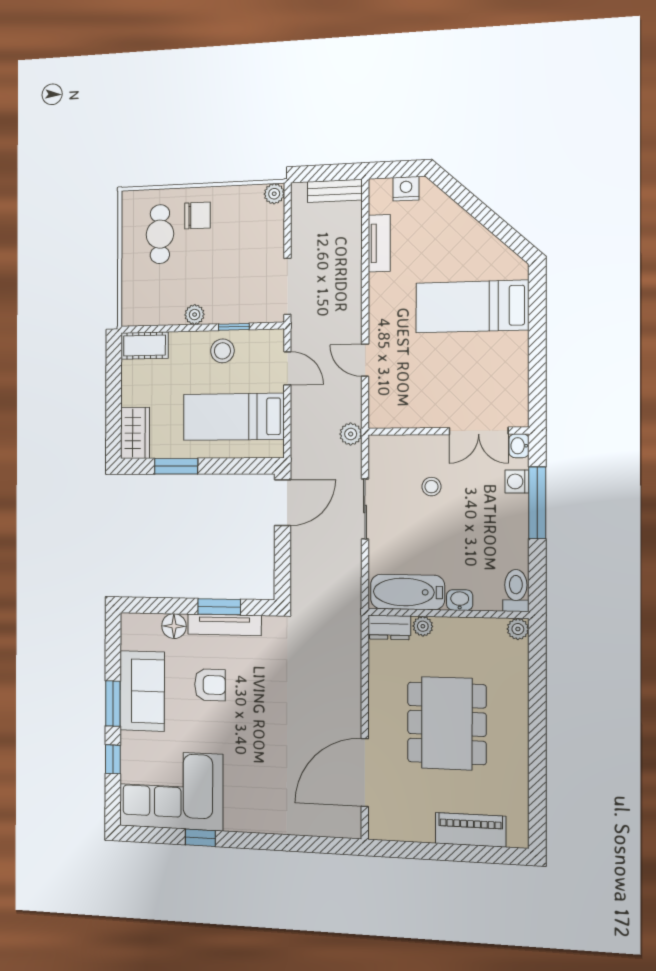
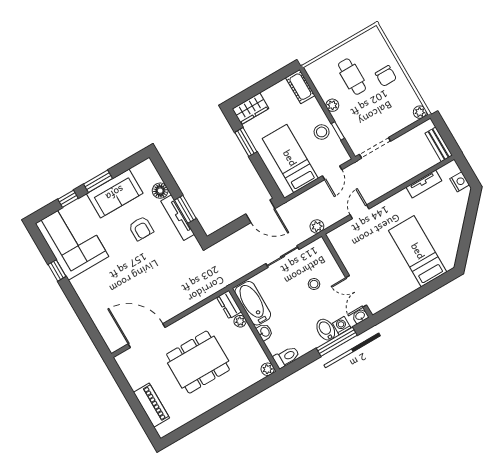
cafe table: (160, 234) -> (352, 77), moved, turned 90
bidet: (509, 509) -> (326, 330), added

